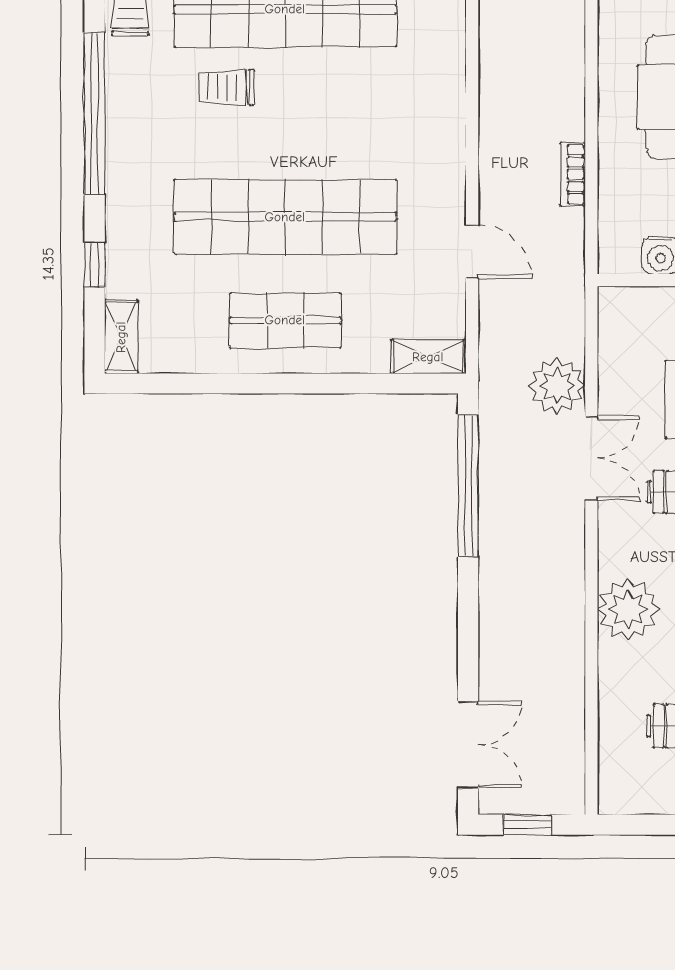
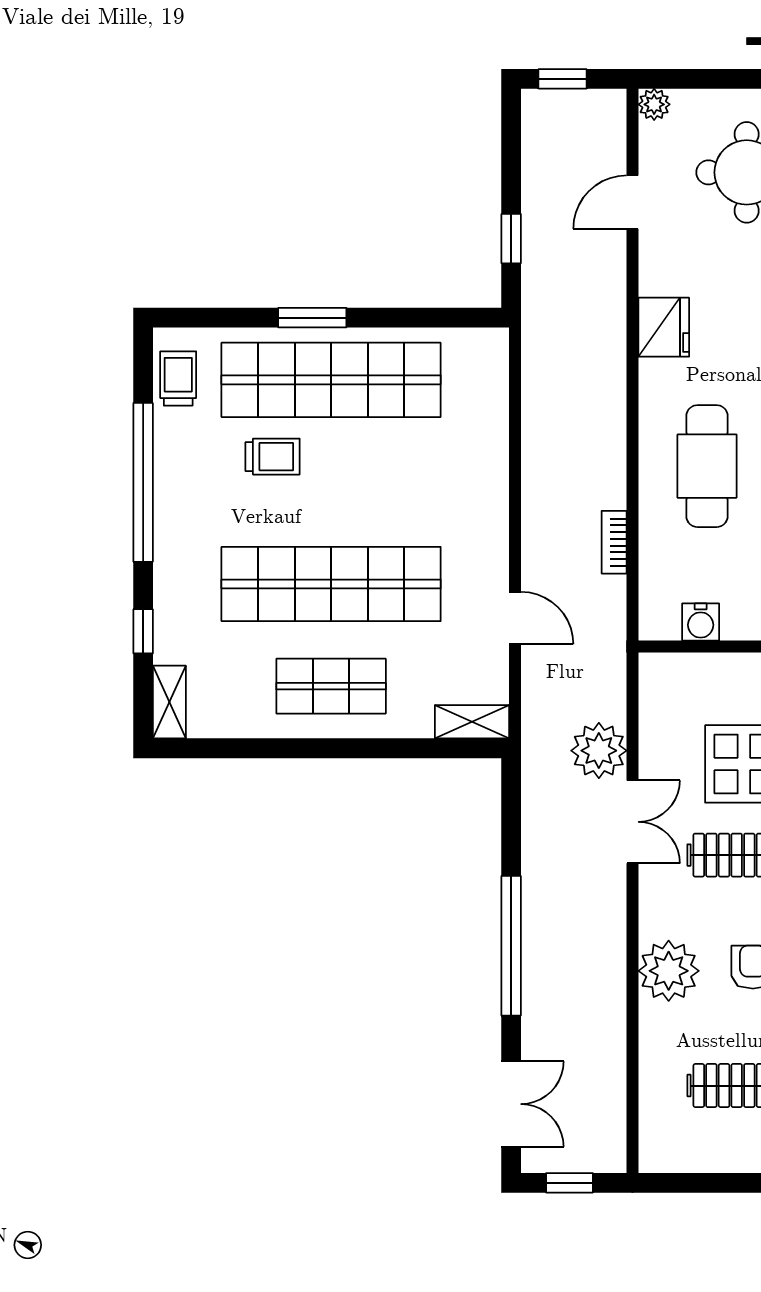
trolley: (226, 87) -> (273, 457), turned 180
window: (468, 486) -> (511, 946), moved

